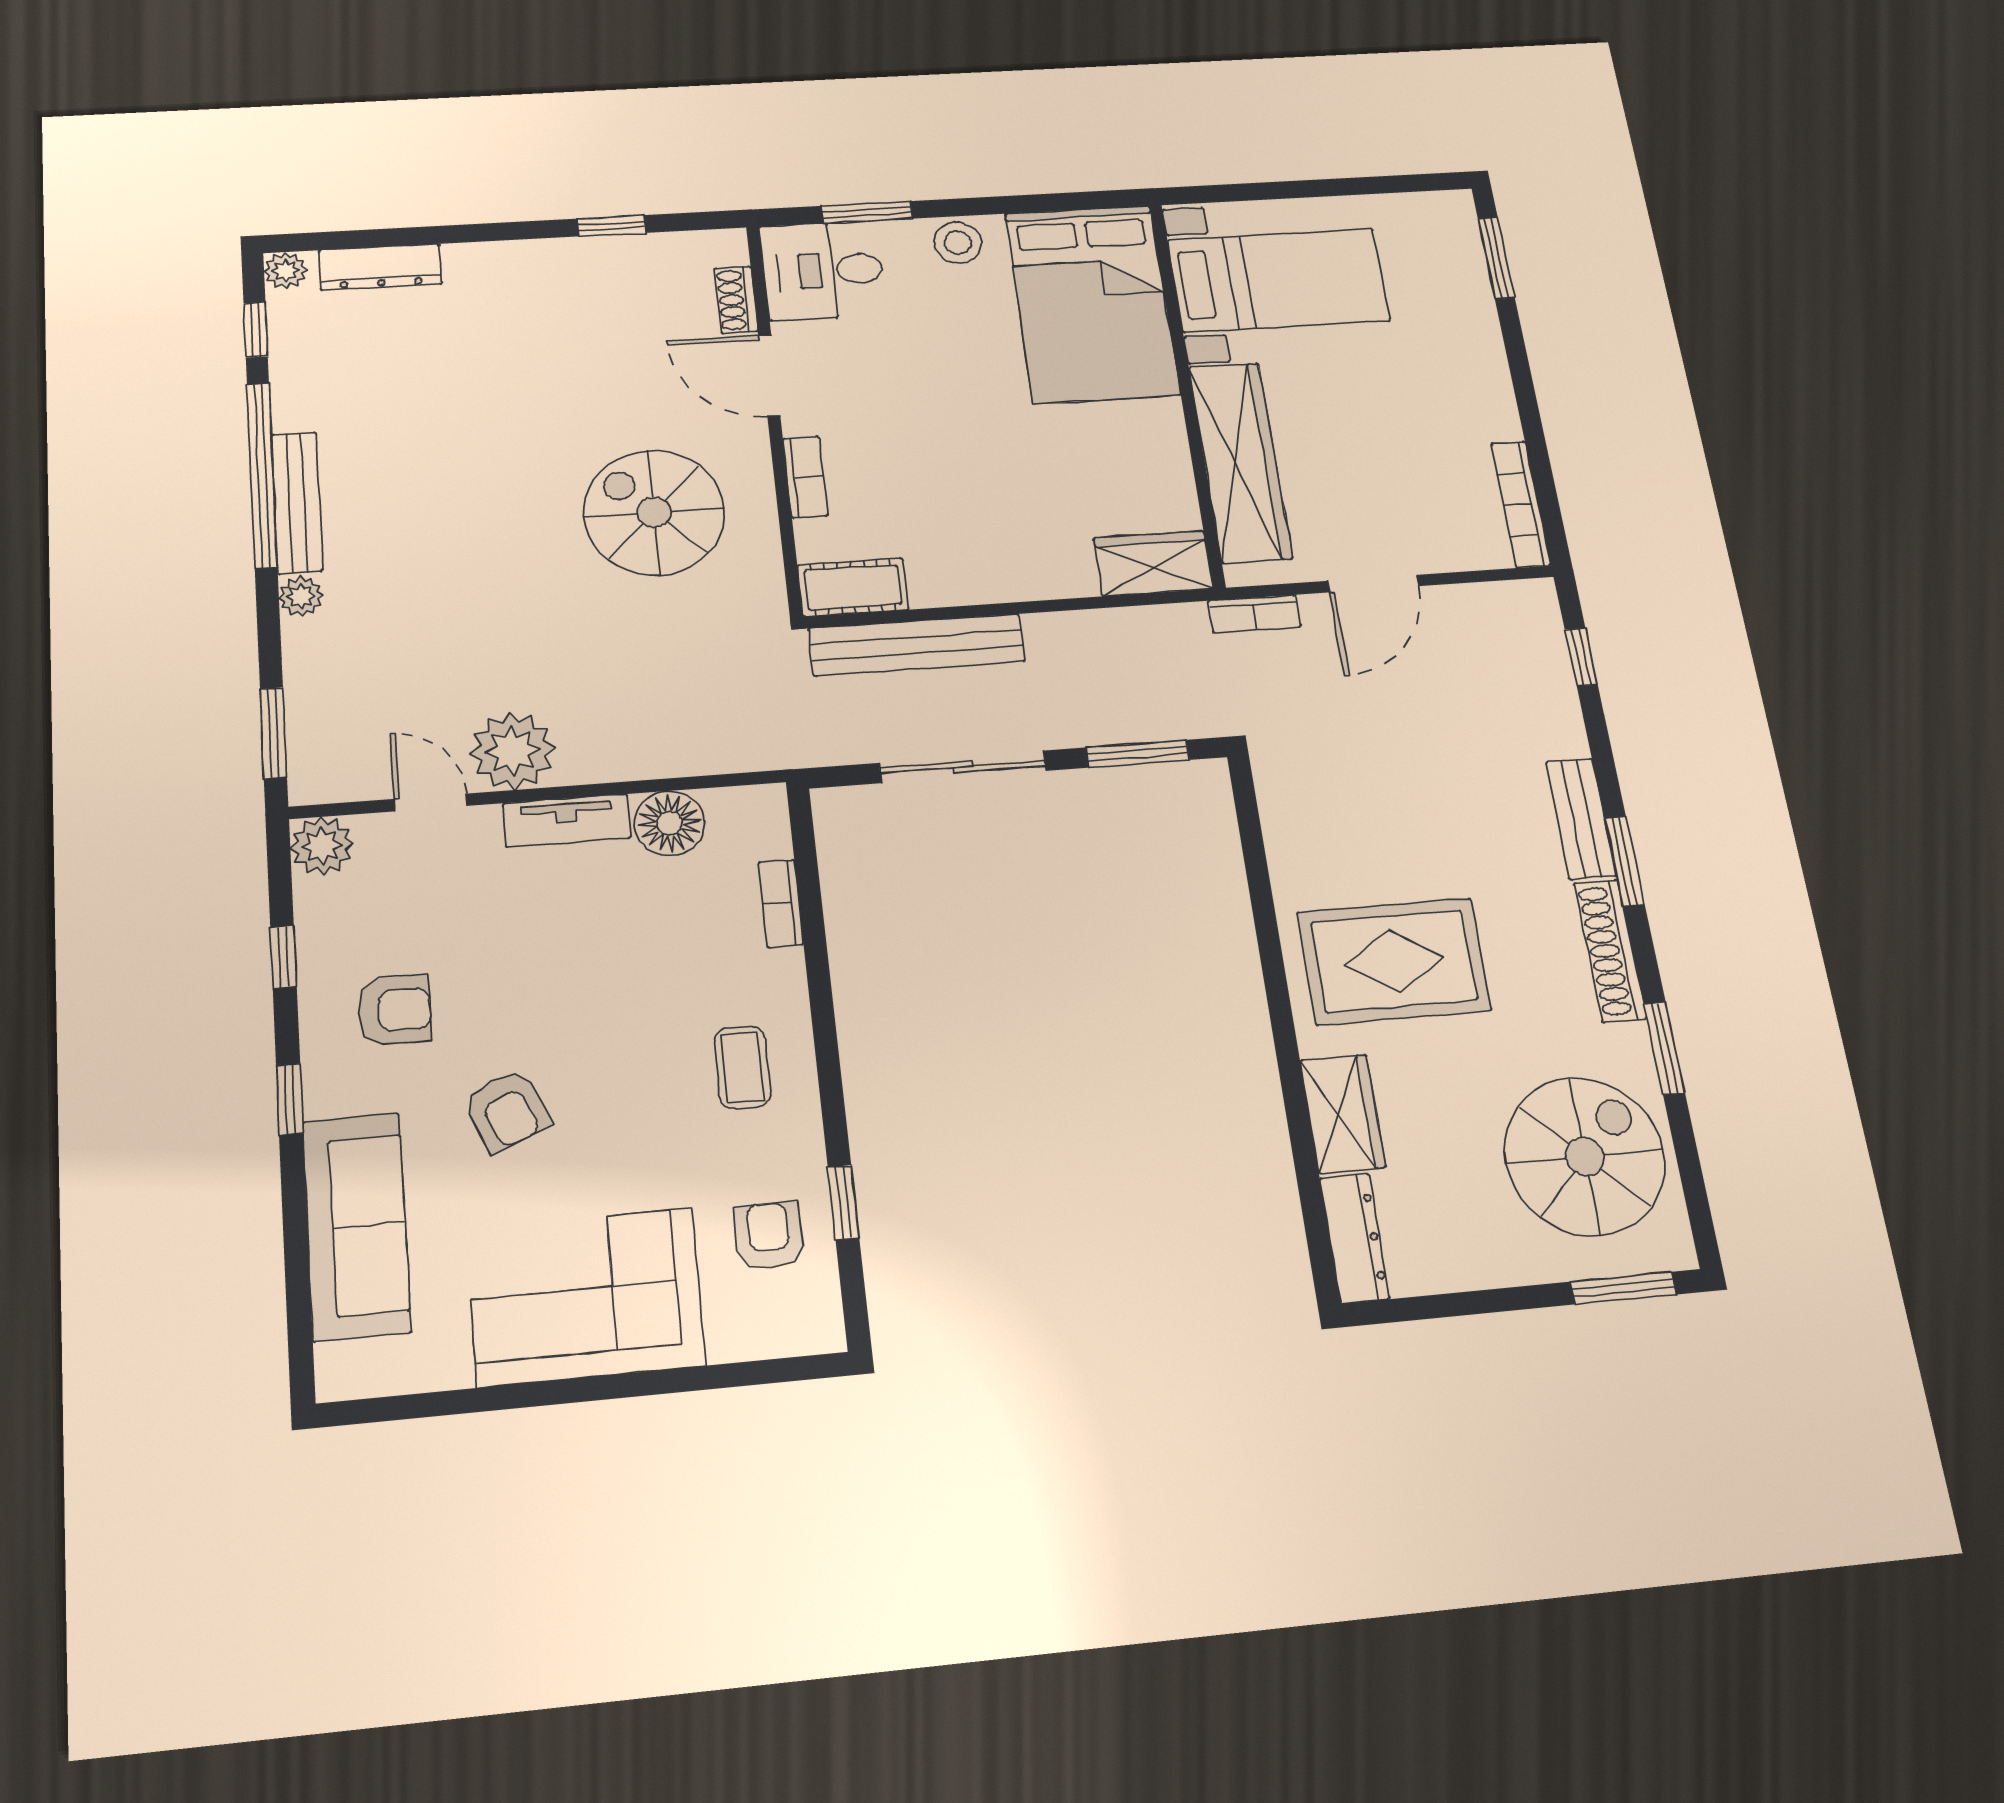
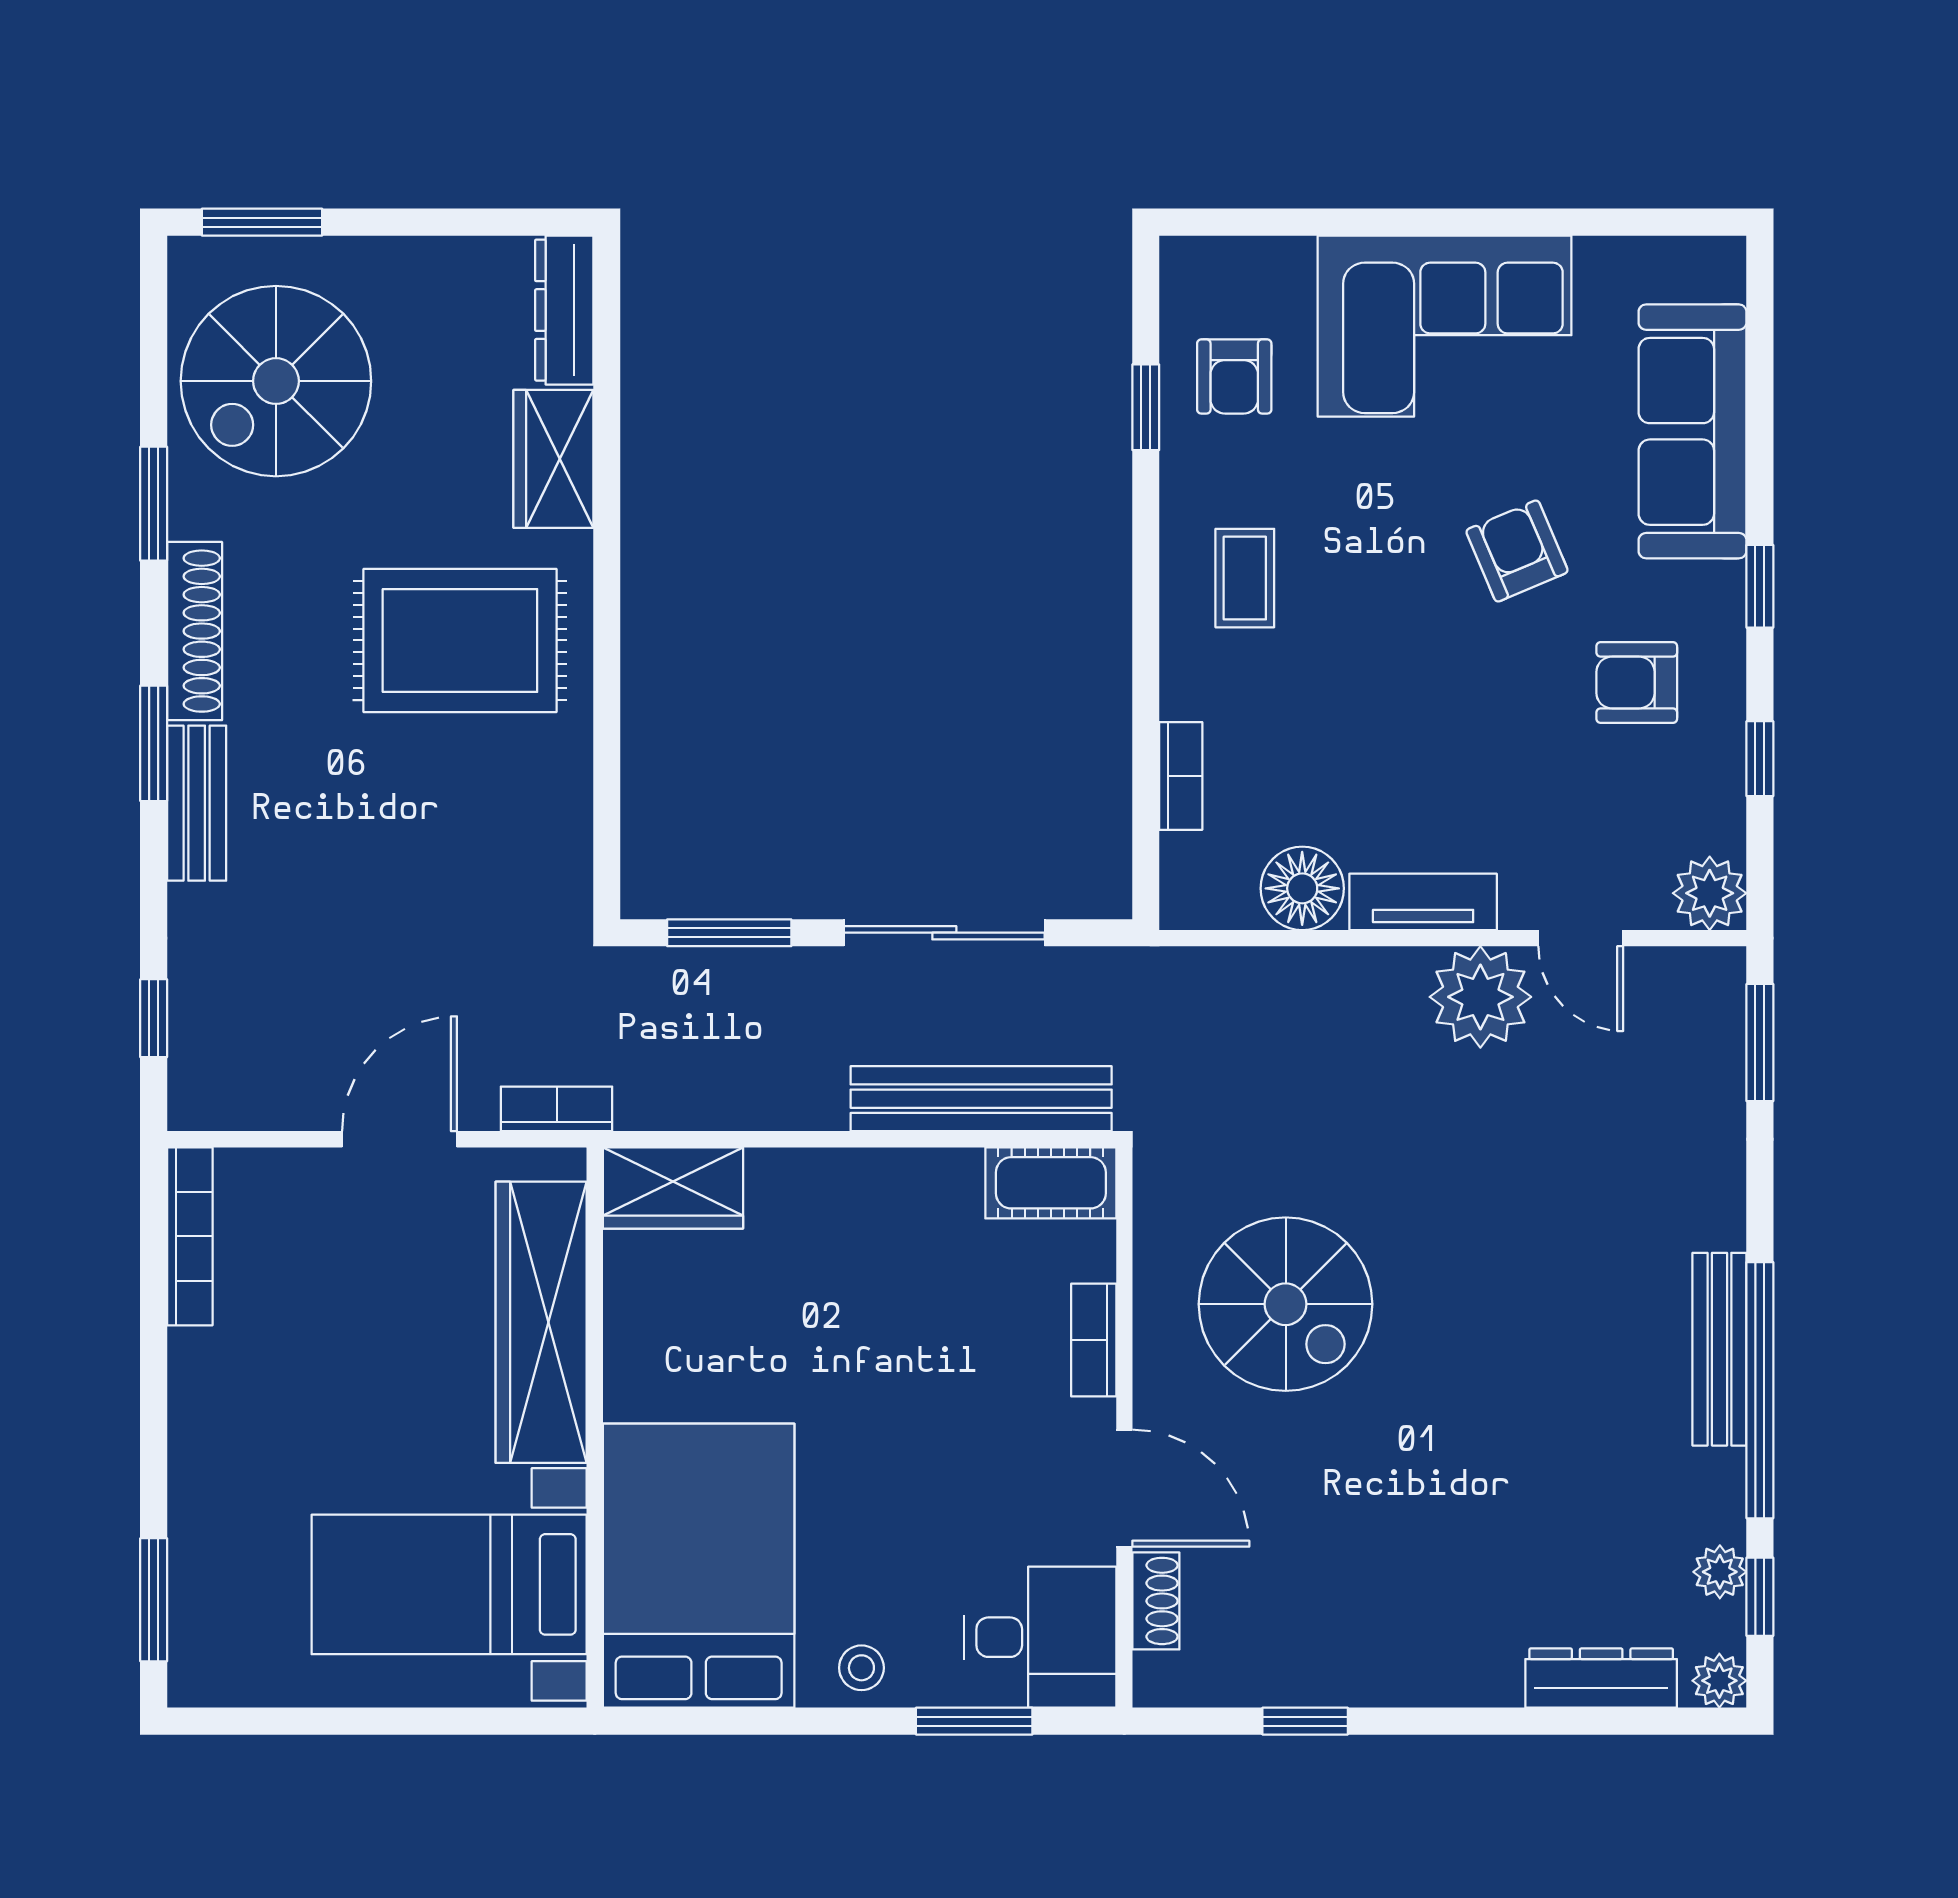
stool: (958, 243) -> (861, 1668), width x0.73, depth x0.73
plant: (301, 596) -> (1720, 1572), moved

